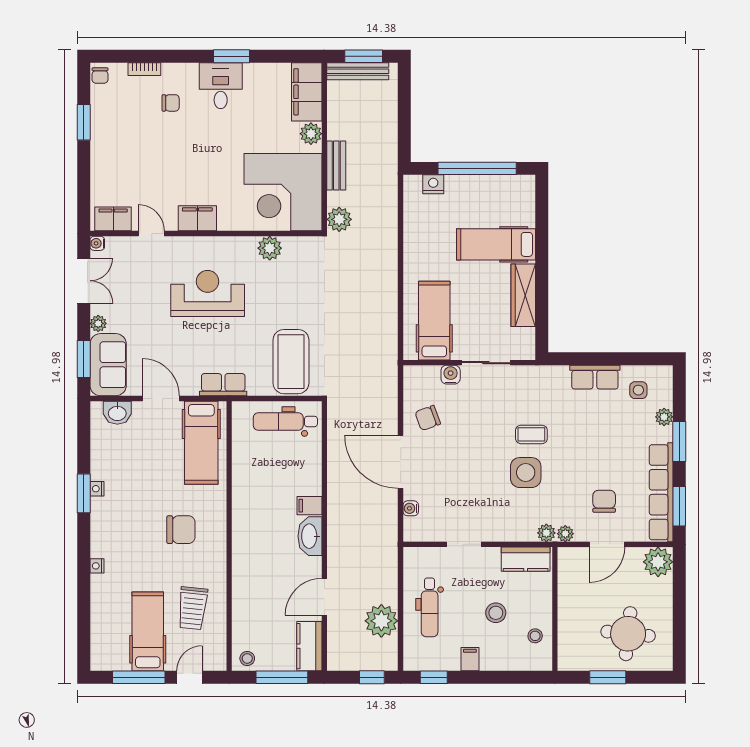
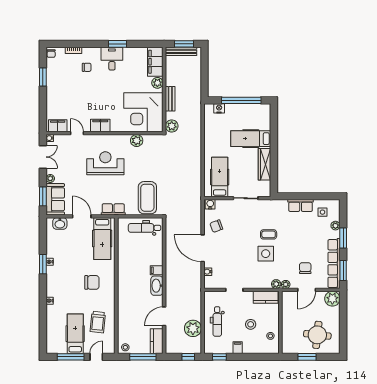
water cooler: (451, 375) -> (210, 204), moved

